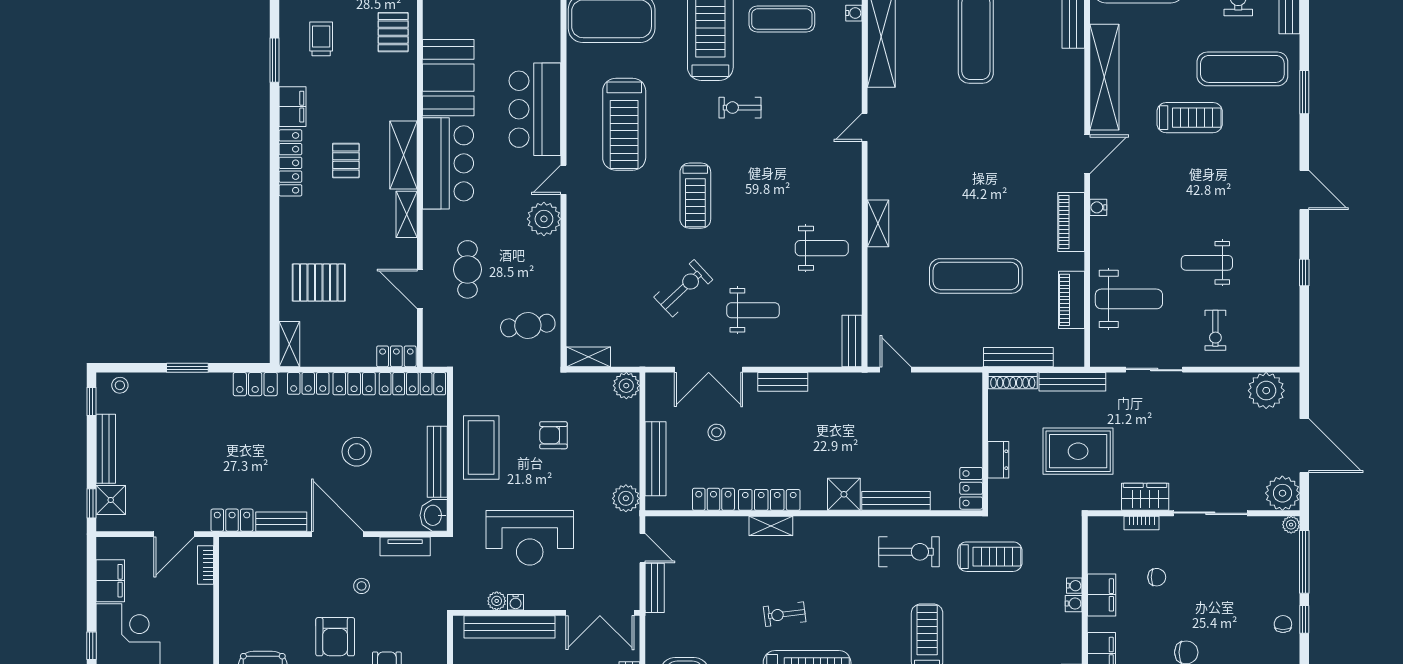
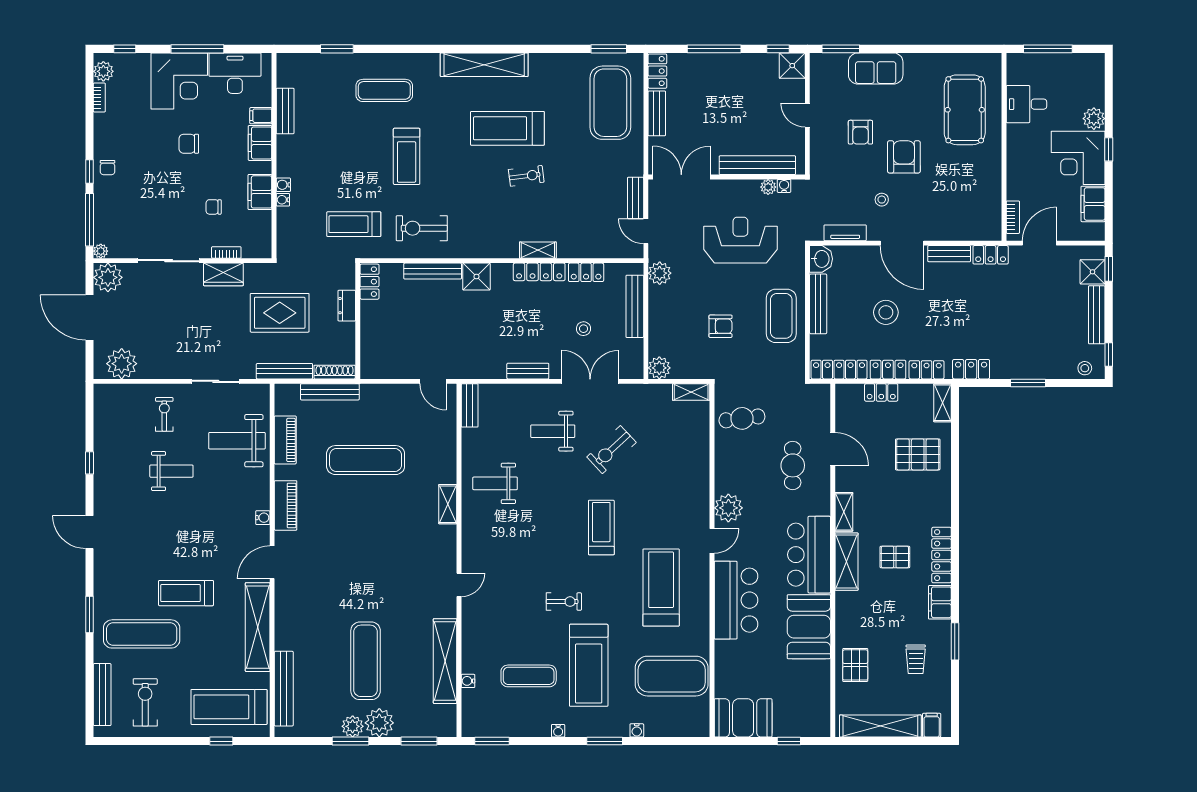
pallet: (346, 161) -> (895, 557), turned 90
locker: (396, 356) -> (881, 392), moved
water cooler: (516, 602) -> (784, 186), moved

